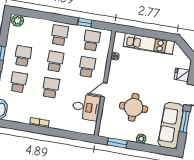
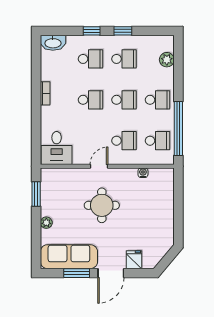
plant: (18, 21) -> (167, 60), moved
window: (85, 23) -> (178, 129), width x3.17
kitchen unit: (149, 44) -> (165, 212), removed
door: (104, 90) -> (99, 166), hinge flipped
desk: (86, 107) -> (57, 148), moved
round table: (134, 107) -> (102, 205), moved

